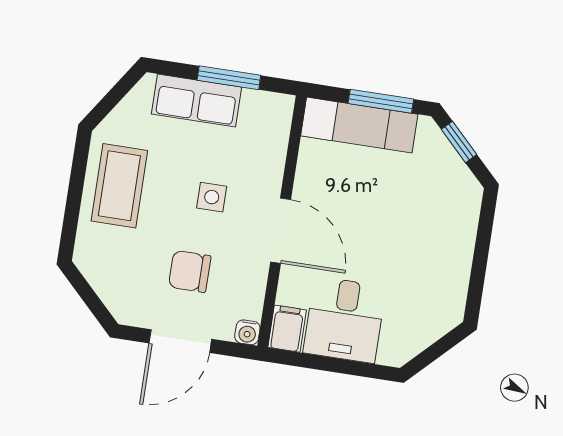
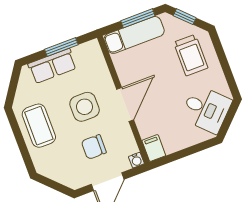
side table: (212, 197) -> (85, 107), width x1.87, depth x1.87
trolley: (433, 210) -> (191, 55), added
door: (281, 231) -> (125, 104), hinge flipped
desk: (344, 320) -> (206, 109), moved, turned -45

